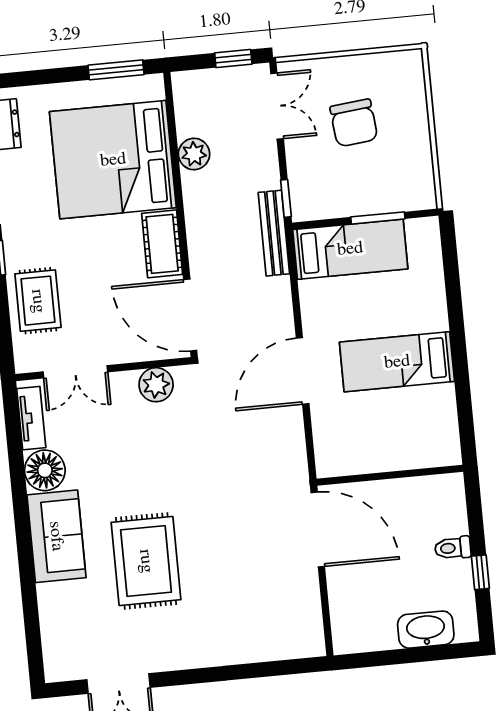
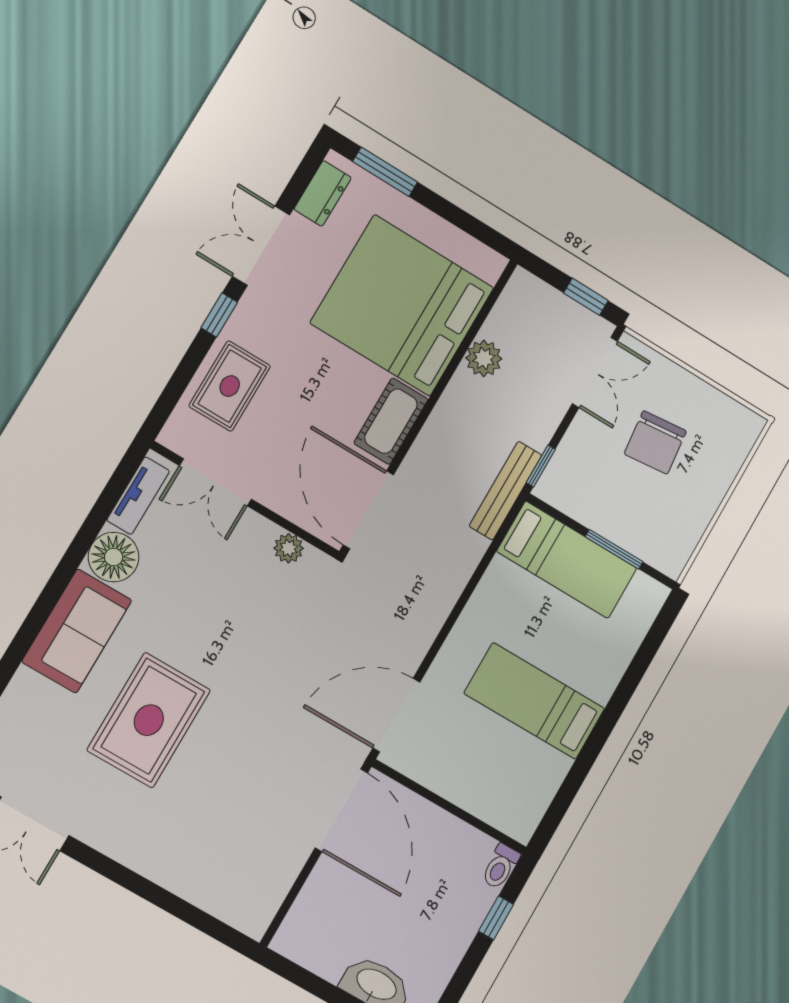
window: (116, 70) -> (385, 172), moved
door: (303, 371) -> (396, 715), moved
plant: (156, 385) -> (289, 548), width x0.73, depth x0.73
toilet: (453, 548) -> (500, 866), moved, turned -90
window: (480, 572) -> (496, 918), moved

